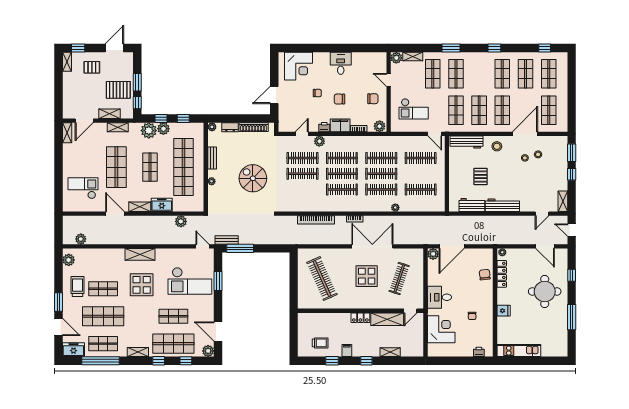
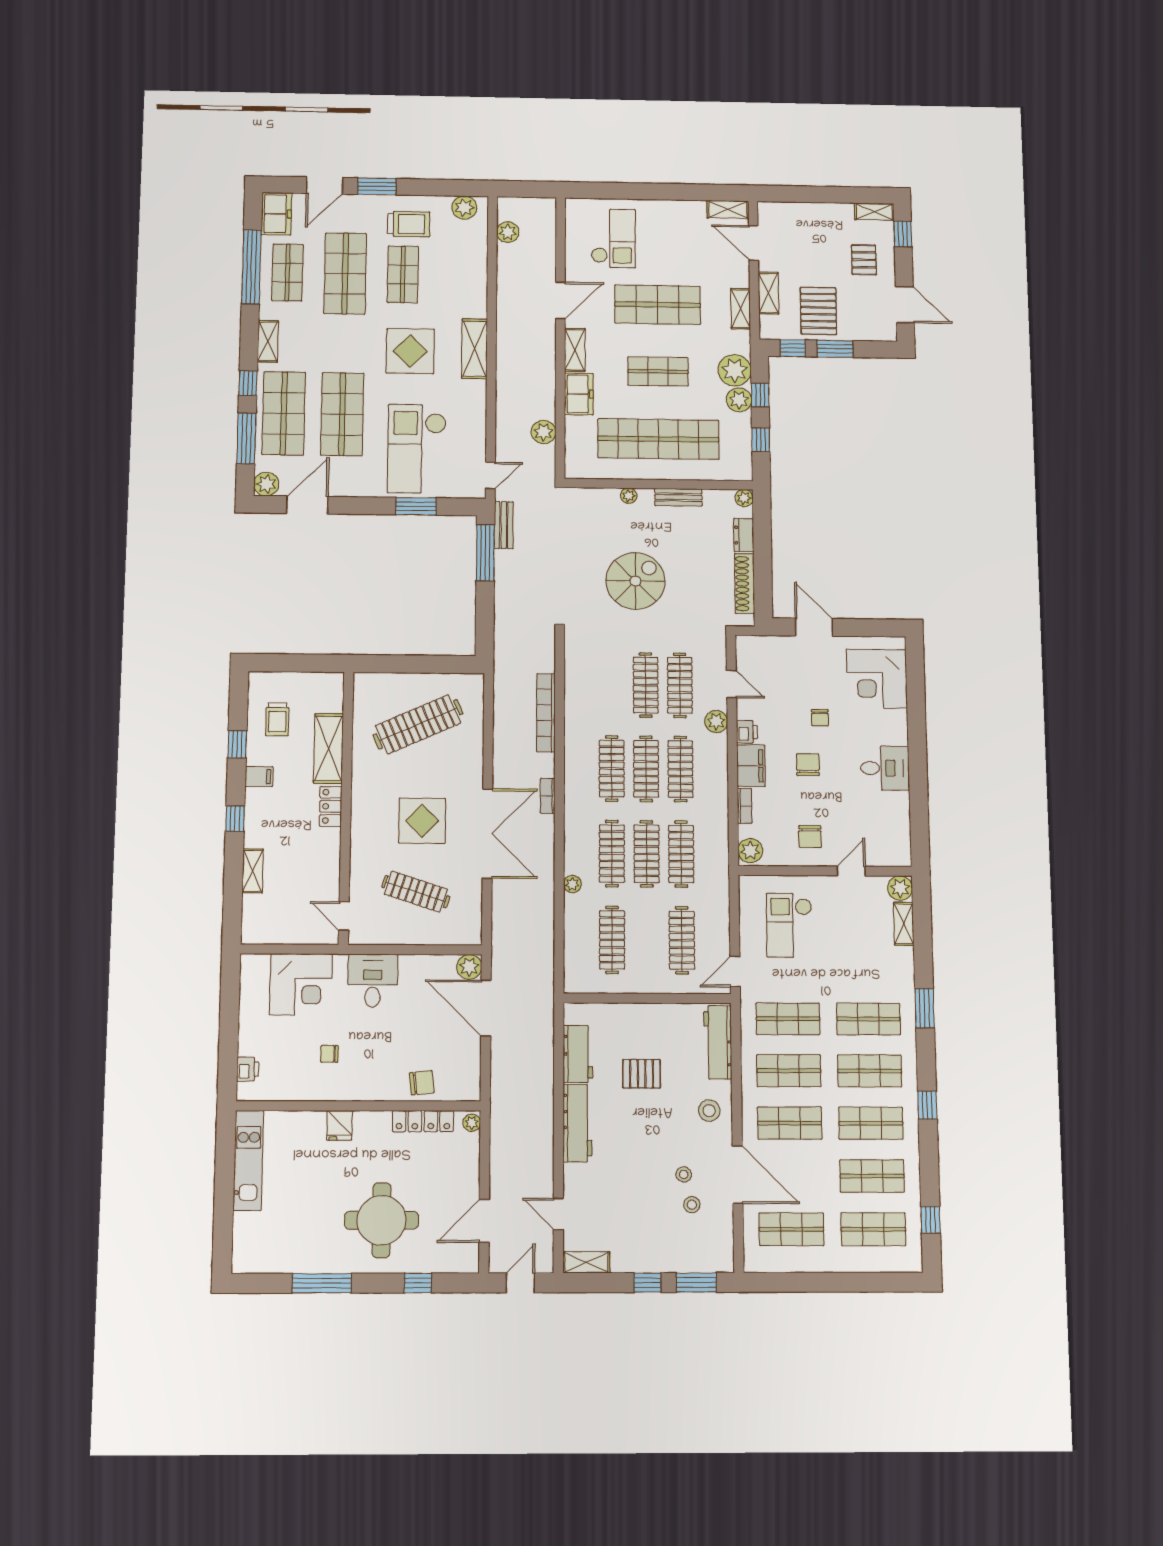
shop shelf: (433, 74) -> (870, 1071), moved
shop shelf: (173, 316) -> (342, 414), width x1.43, depth x1.36
shelving: (387, 319) -> (329, 748), moved
window: (186, 361) -> (246, 438), width x2.17

